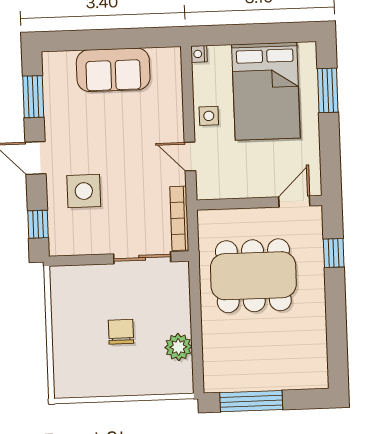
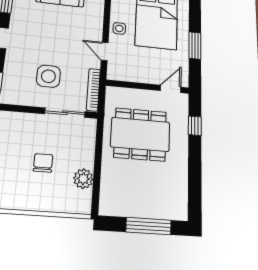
window: (328, 90) -> (195, 46), moved
side table: (84, 191) -> (48, 76), moved
window: (251, 401) -> (149, 226), moved

